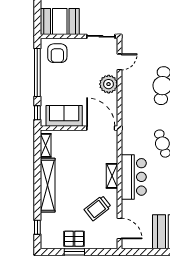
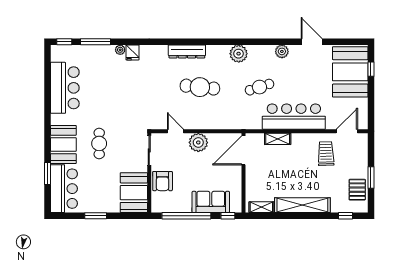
armchair: (57, 53) -> (163, 181), moved, turned 90
sofa: (64, 116) -> (211, 202), moved, turned 90
shelving: (112, 176) -> (278, 139), moved
bar counter: (134, 177) -> (294, 117), width x1.36
trolley: (98, 208) -> (326, 154), turned -144
pallet: (74, 239) -> (357, 190), moved

